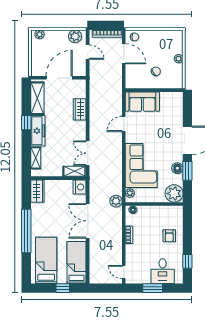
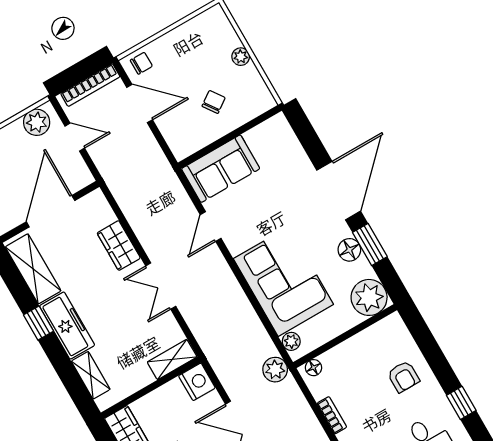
double door: (88, 153) -> (161, 286), moved

